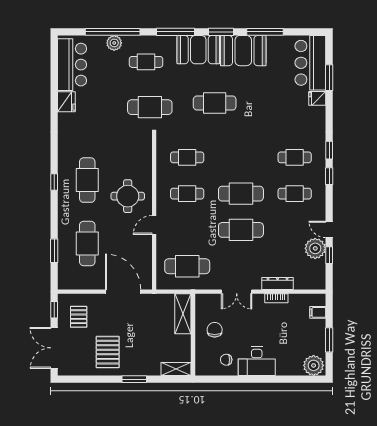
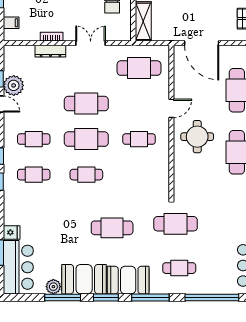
plant: (114, 43) -> (53, 287), moved
cafe table: (187, 157) -> (86, 175), moved

